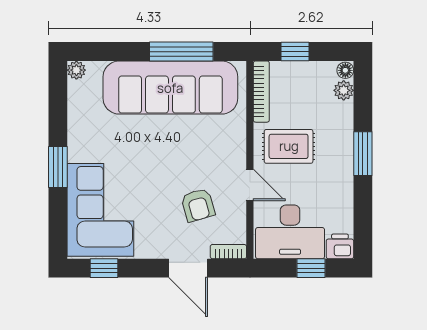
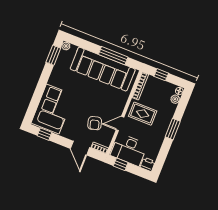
window: (58, 167) -> (53, 55), moved
door: (250, 185) -> (120, 123), swing flipped
window: (311, 268) -> (121, 164), moved

